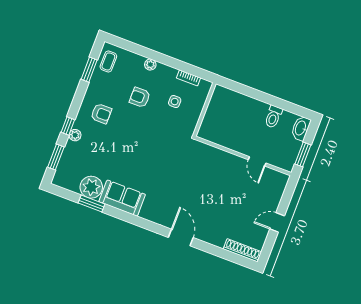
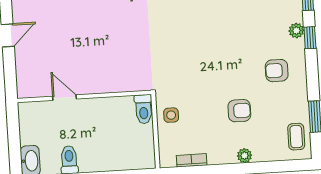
side table: (175, 102) -> (171, 115), moved
toilet: (206, 129) -> (144, 109), added
window: (303, 154) -> (14, 131), removed

